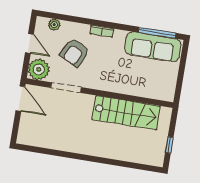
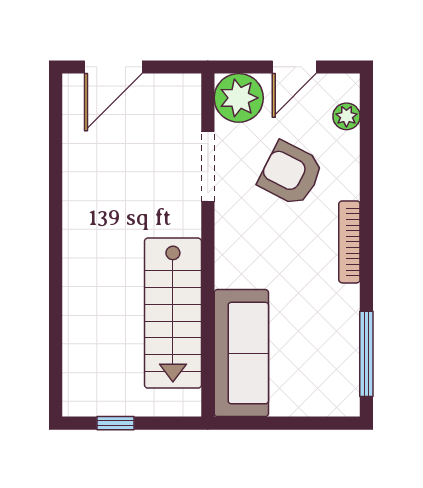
bookcase: (102, 31) -> (349, 242), width x1.56
sofa: (153, 47) -> (241, 353), moved, turned 180
door: (20, 99) -> (113, 67), moved

